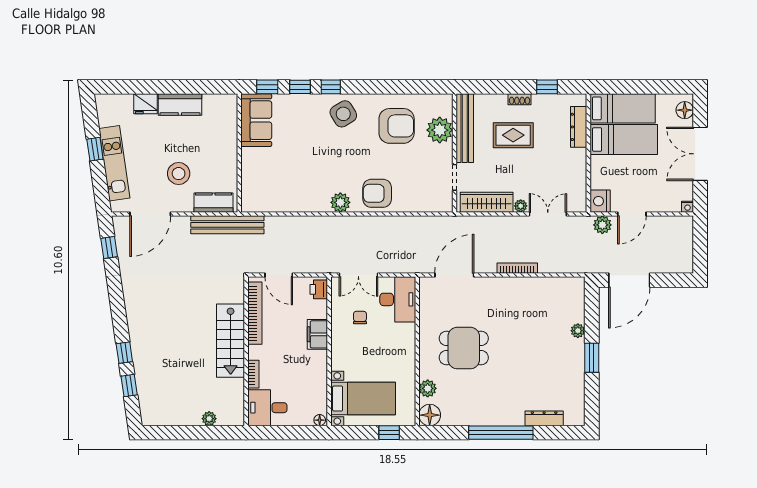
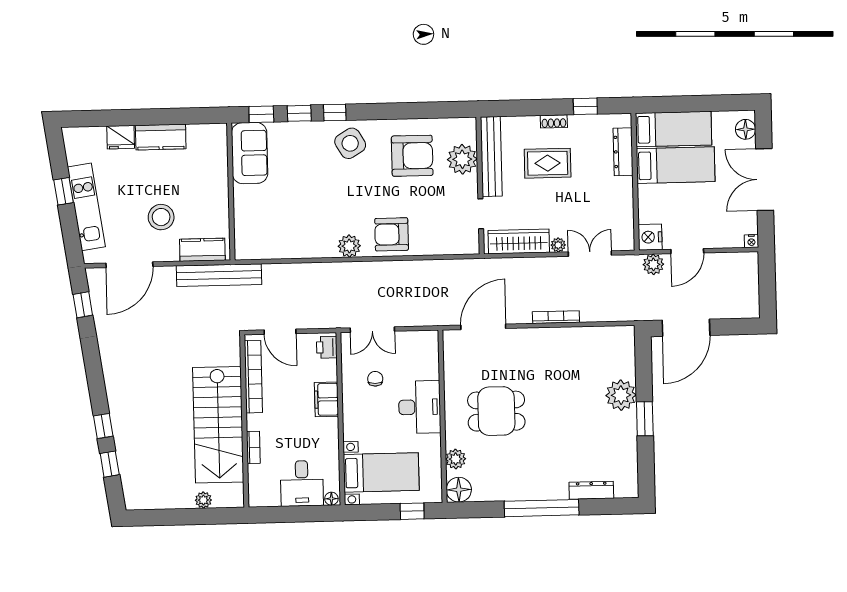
desk: (398, 299) -> (420, 407), moved
plant: (578, 331) -> (621, 395), width x1.87, depth x1.87
stairs: (231, 341) -> (218, 425), width x1.36, depth x1.51
desk: (267, 408) -> (302, 483), moved, turned -90

